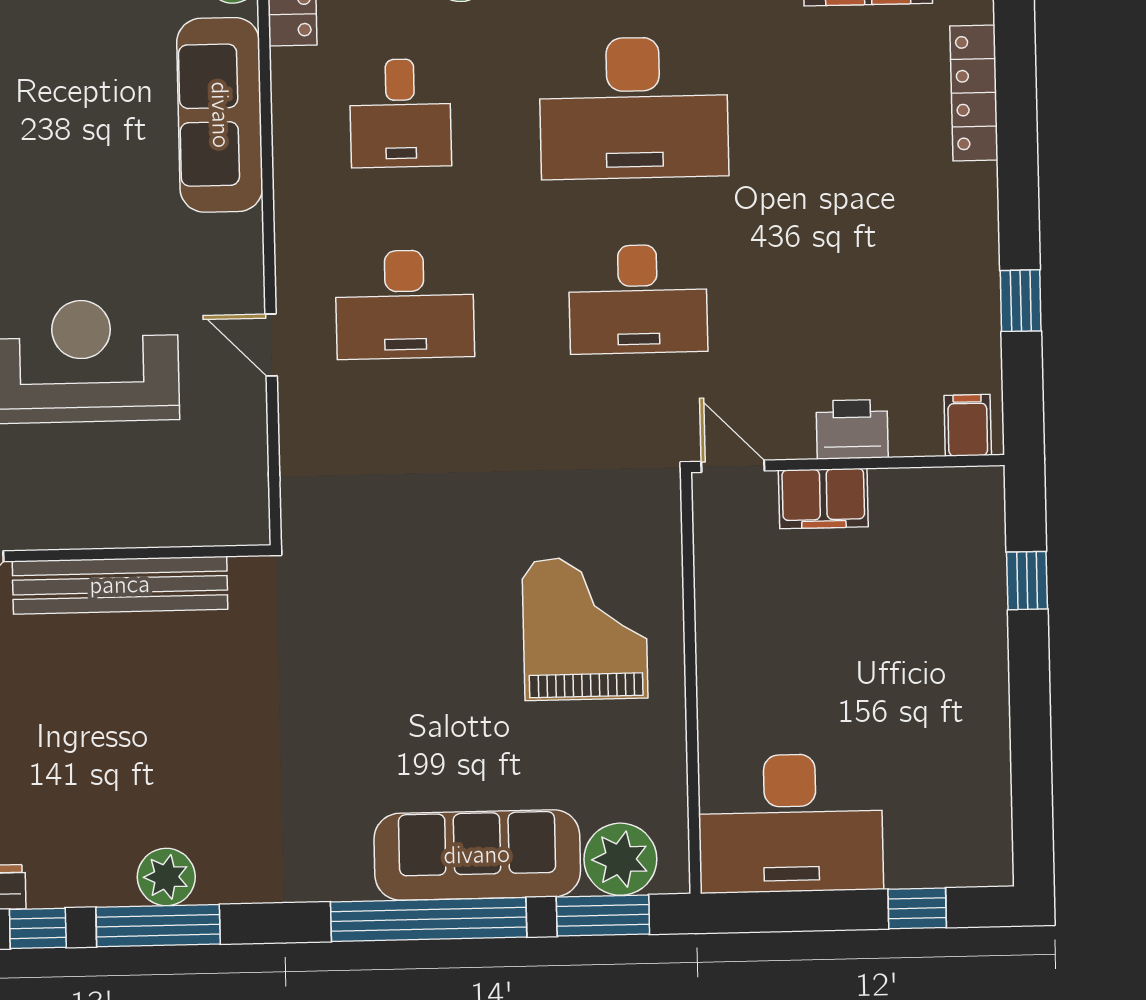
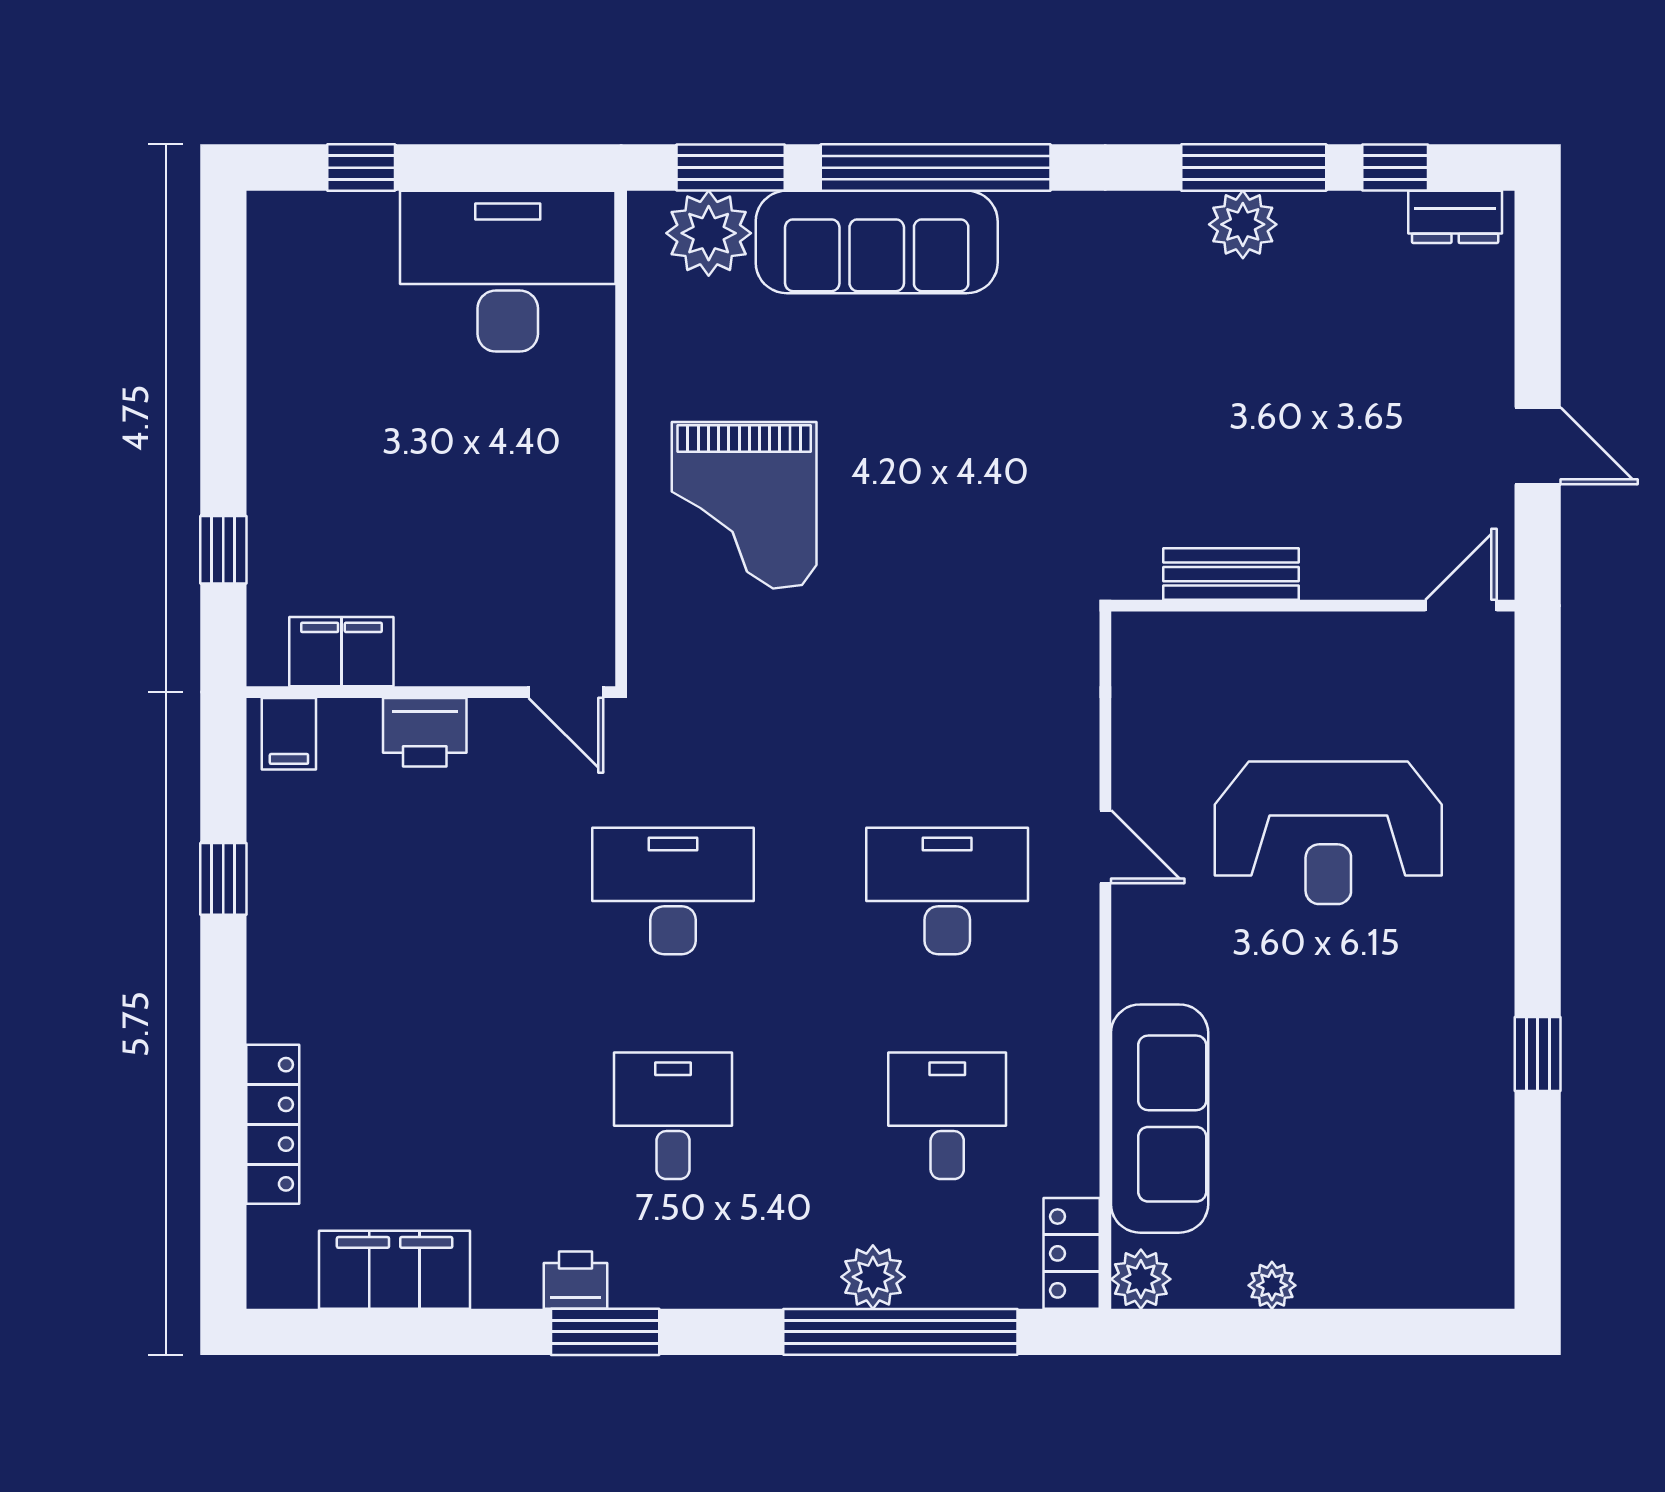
desk: (634, 108) -> (673, 1116), width x0.53, depth x0.77
filing cabinet: (823, 499) -> (341, 652), moved
bench: (120, 585) -> (1231, 574), width x0.54, depth x0.82

